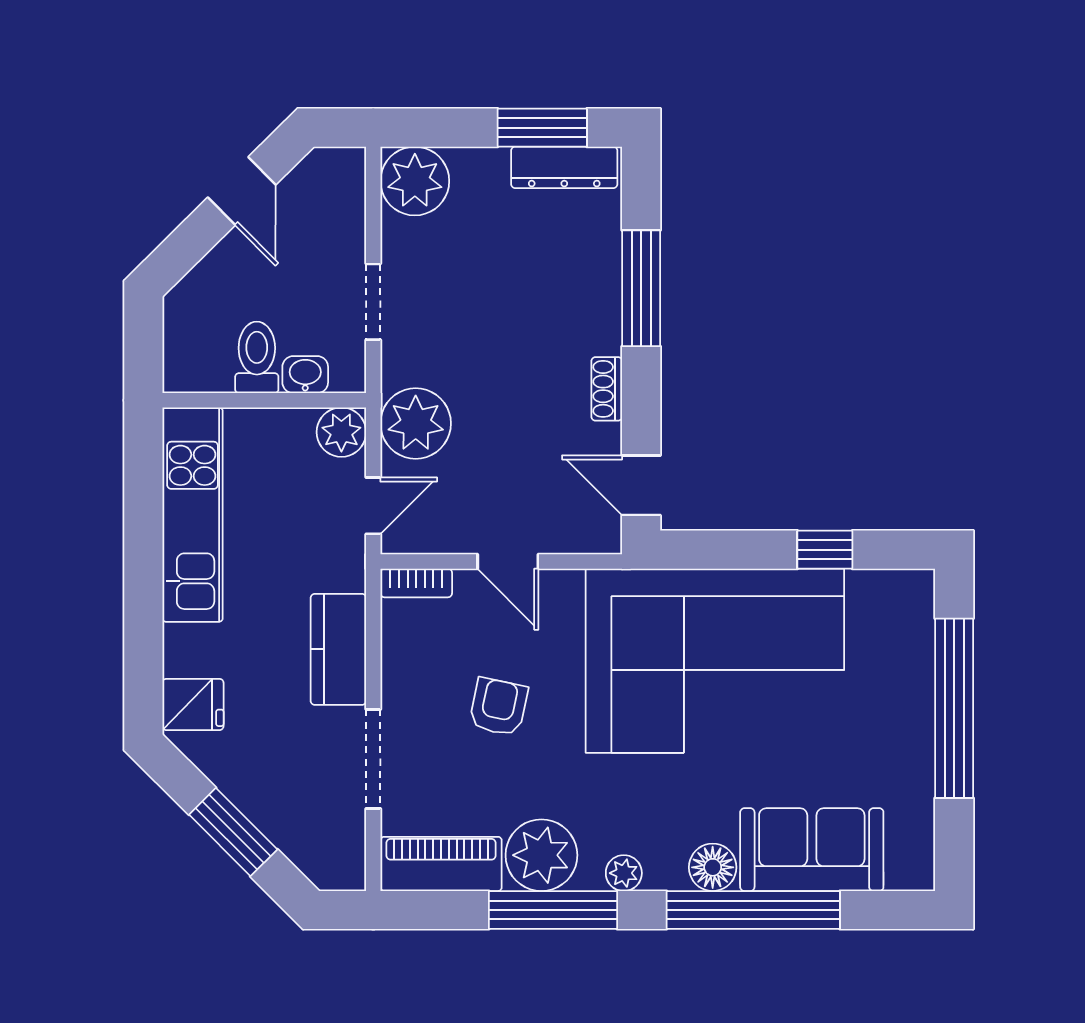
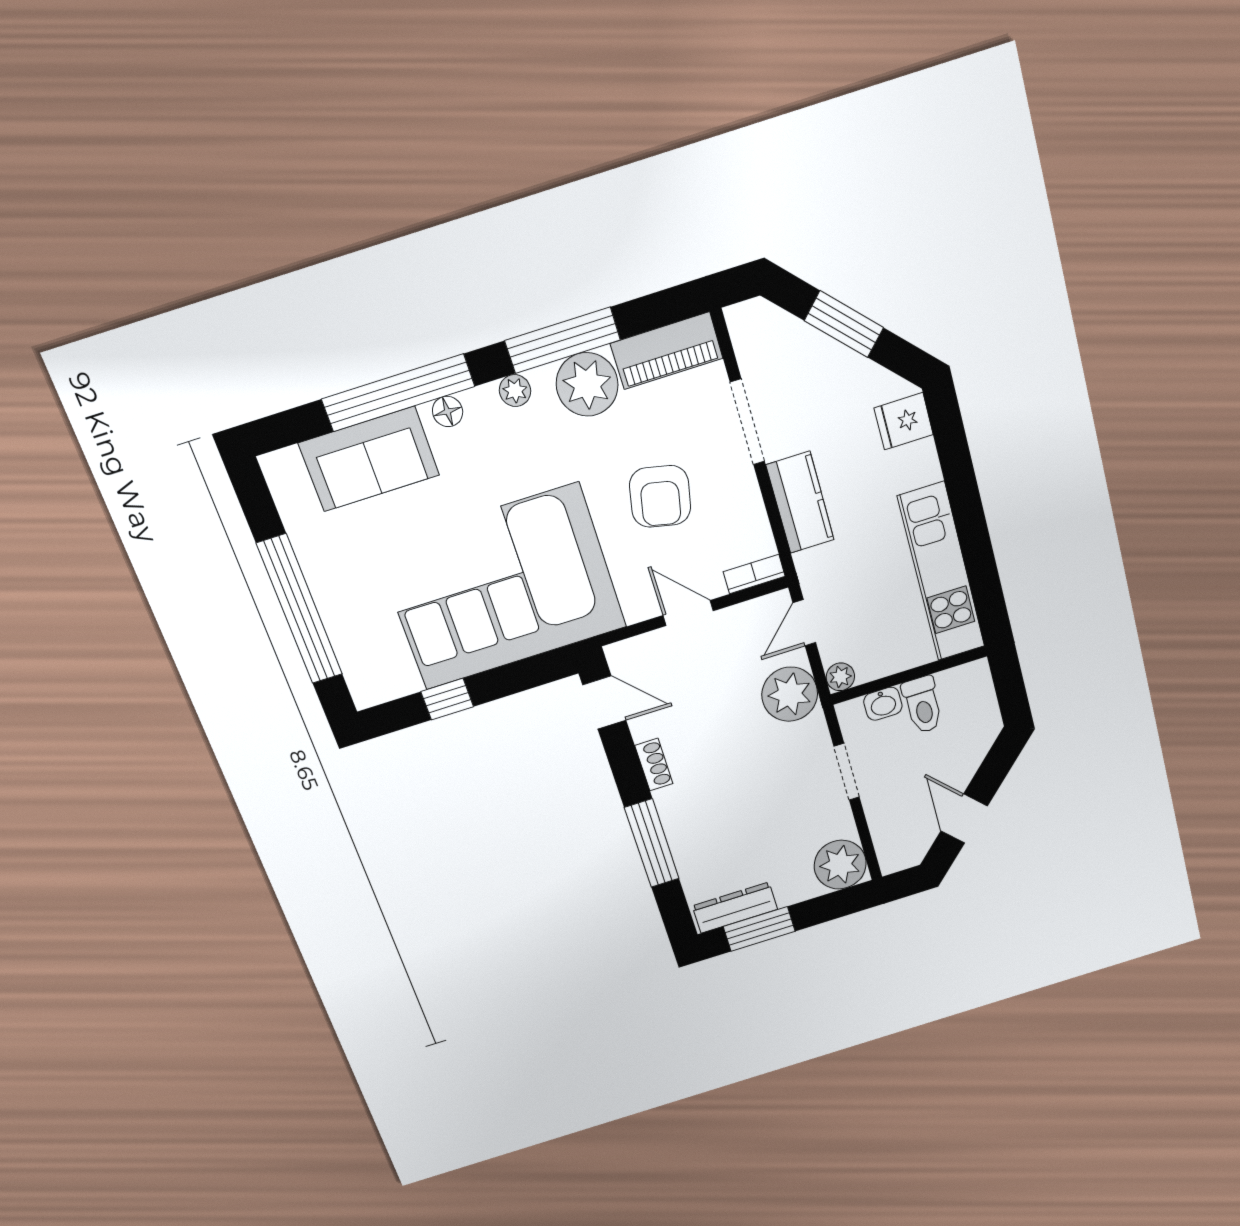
plant: (341, 432) -> (840, 677), width x0.73, depth x0.73
armchair: (498, 707) -> (660, 496), width x1.38, depth x1.38
floor lamp: (713, 867) -> (448, 411), width x0.73, depth x0.73

